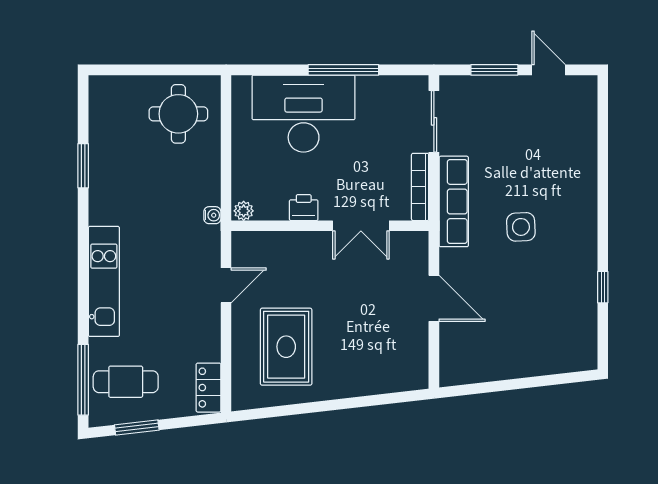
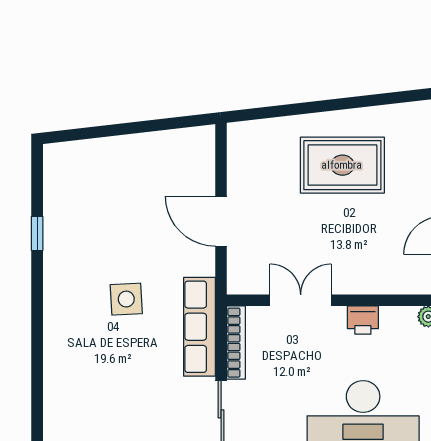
rug: (286, 347) -> (342, 165), moved, turned 90

